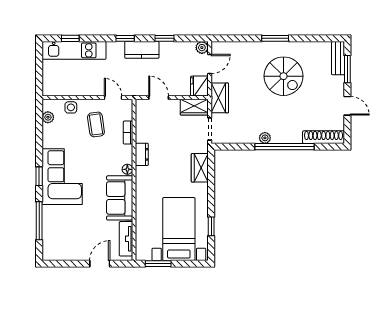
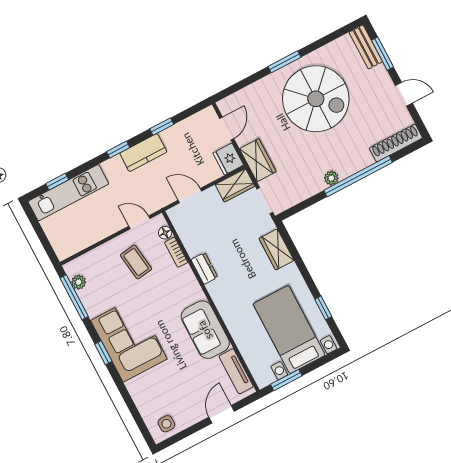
plant: (202, 48) -> (209, 115), removed
spiral stairs: (284, 76) -> (316, 99), width x1.37, depth x1.37
side table: (71, 107) -> (166, 424), moved
floor lamp: (127, 169) -> (165, 233), moved
window: (39, 221) -> (74, 297), moved

